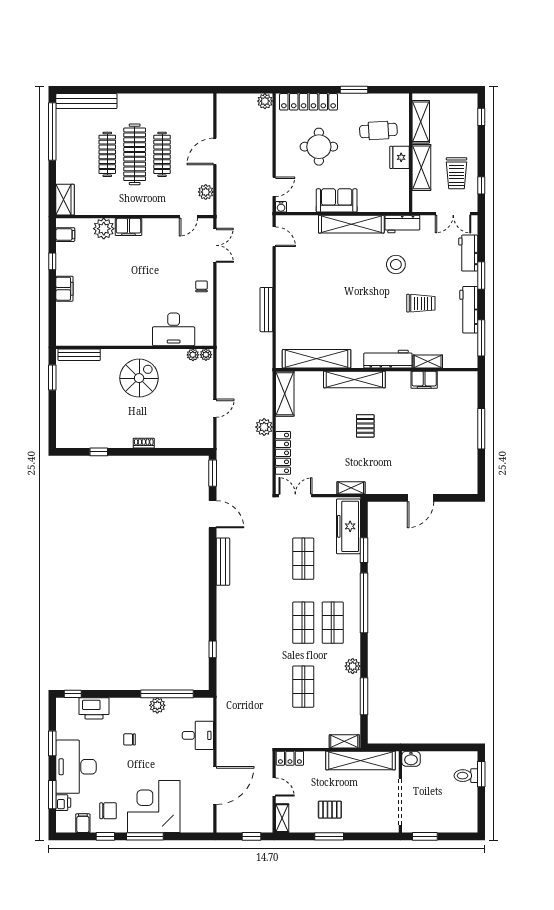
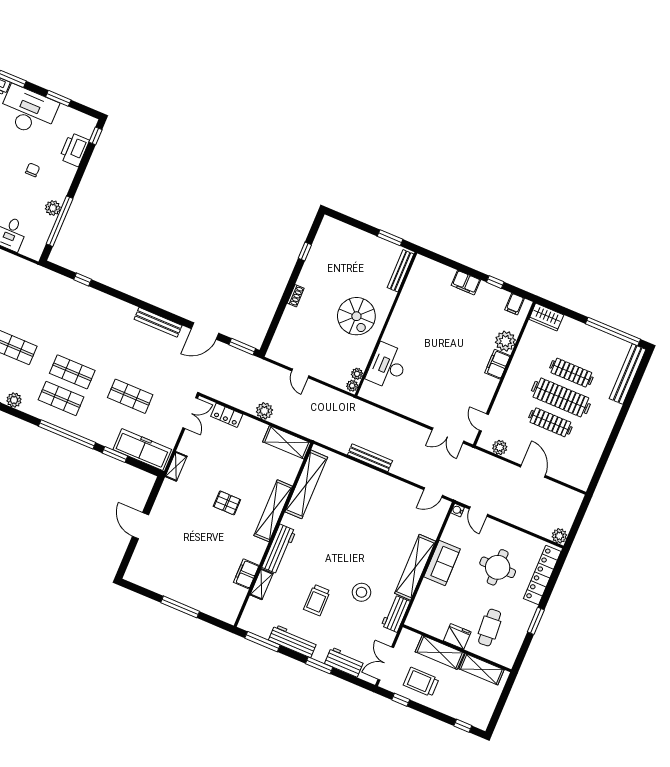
chair: (201, 286) -> (416, 408), removed
locker: (283, 453) -> (227, 415), width x0.66

